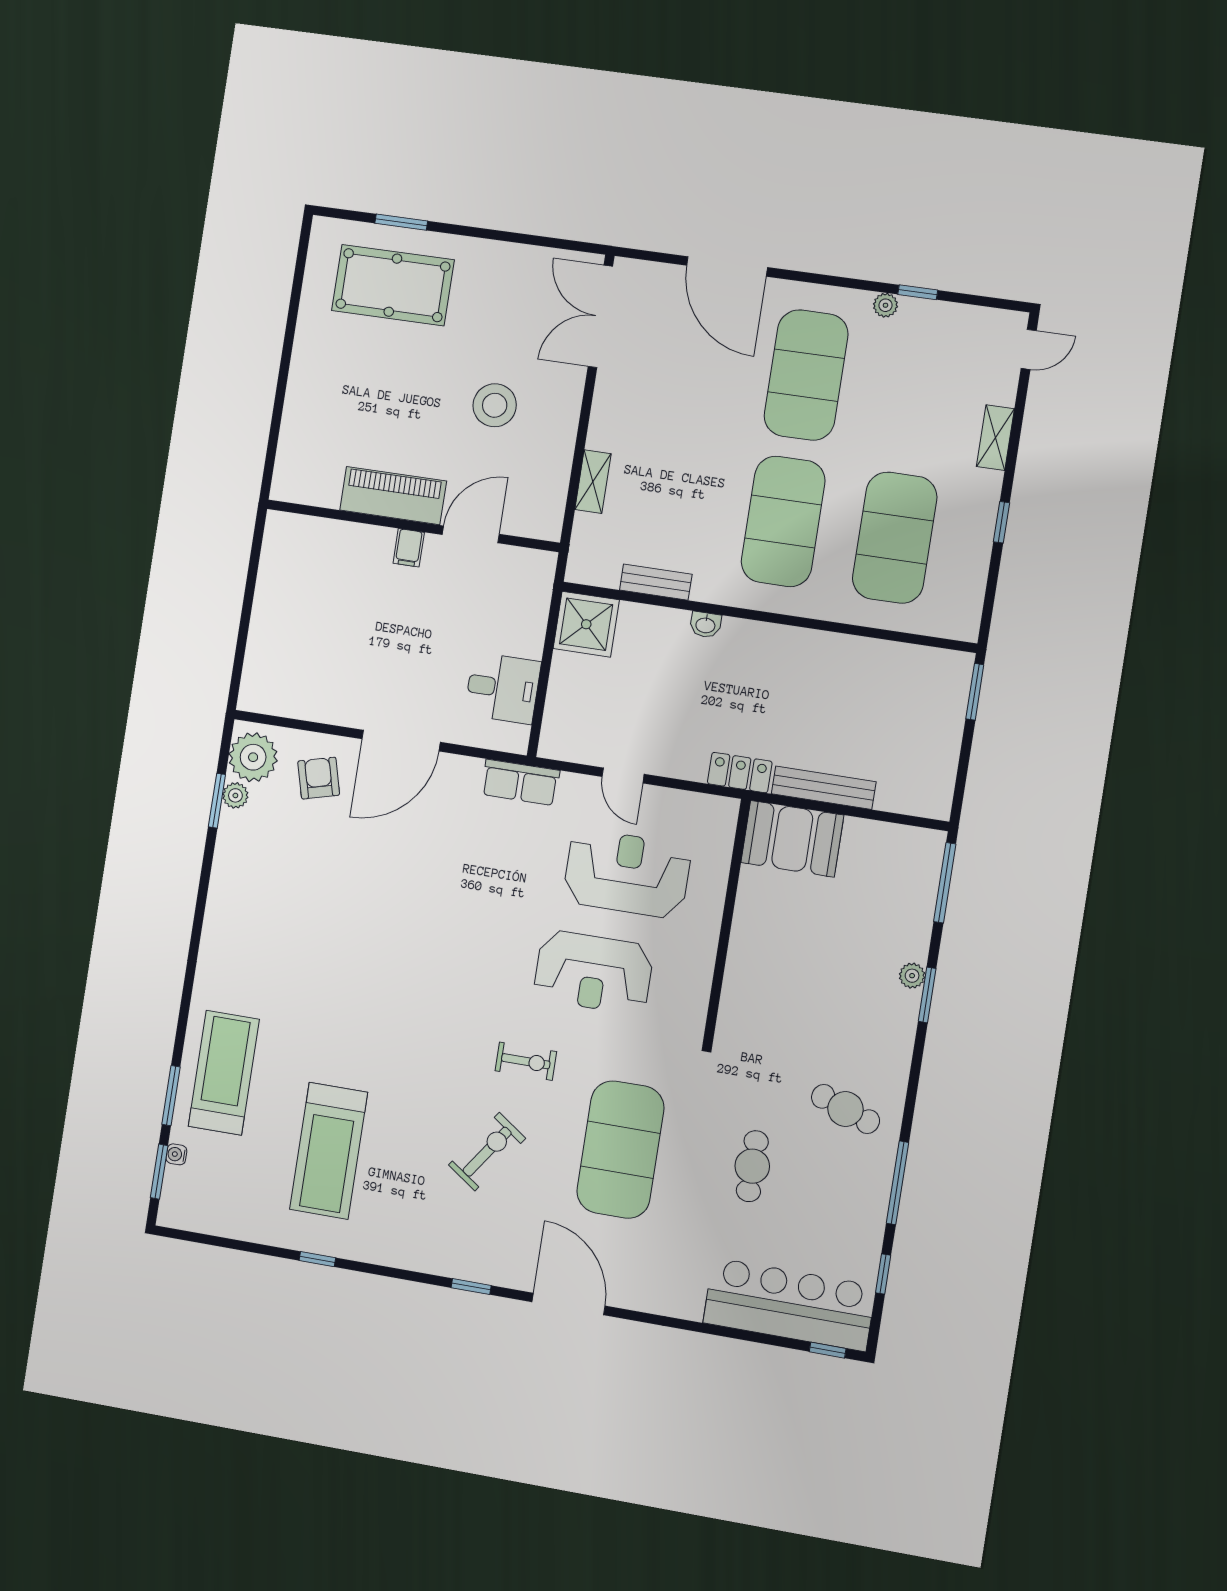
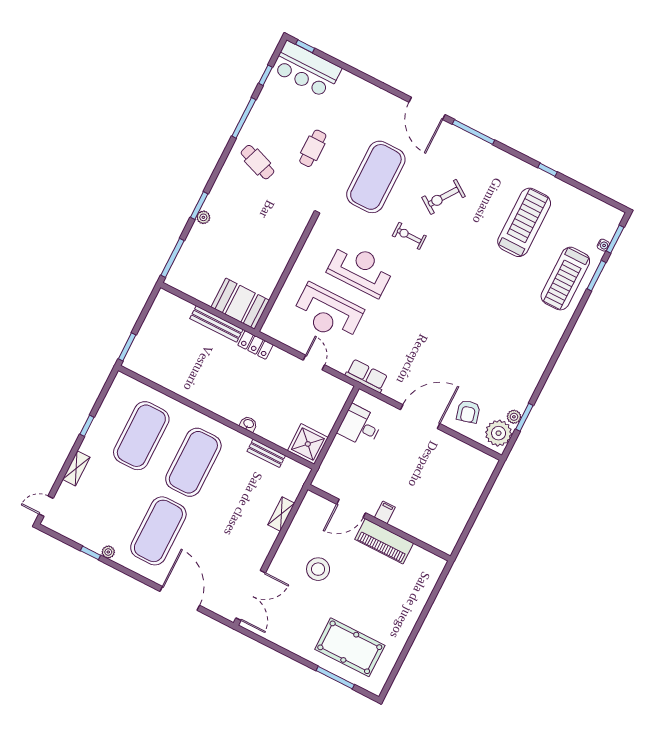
window: (401, 222) -> (335, 678), width x1.44
window: (471, 1287) -> (474, 132), width x2.17
bar counter: (789, 1304) -> (307, 69), width x0.73

